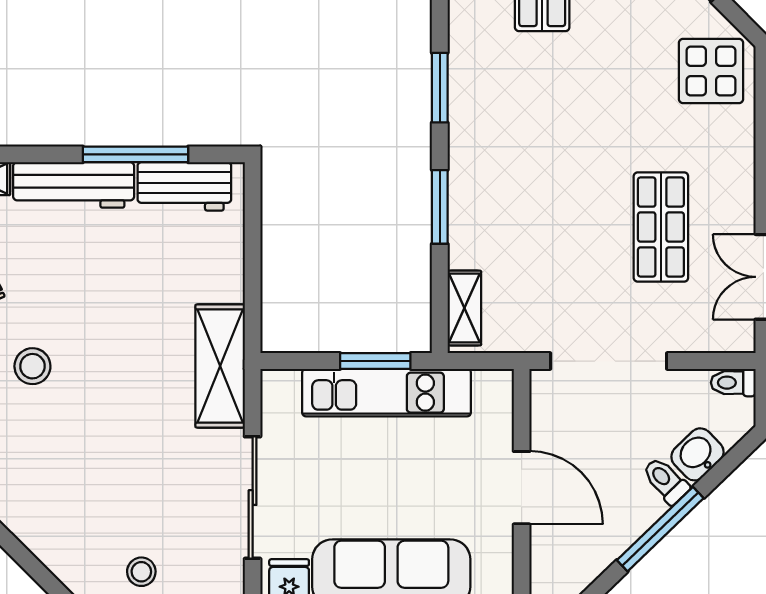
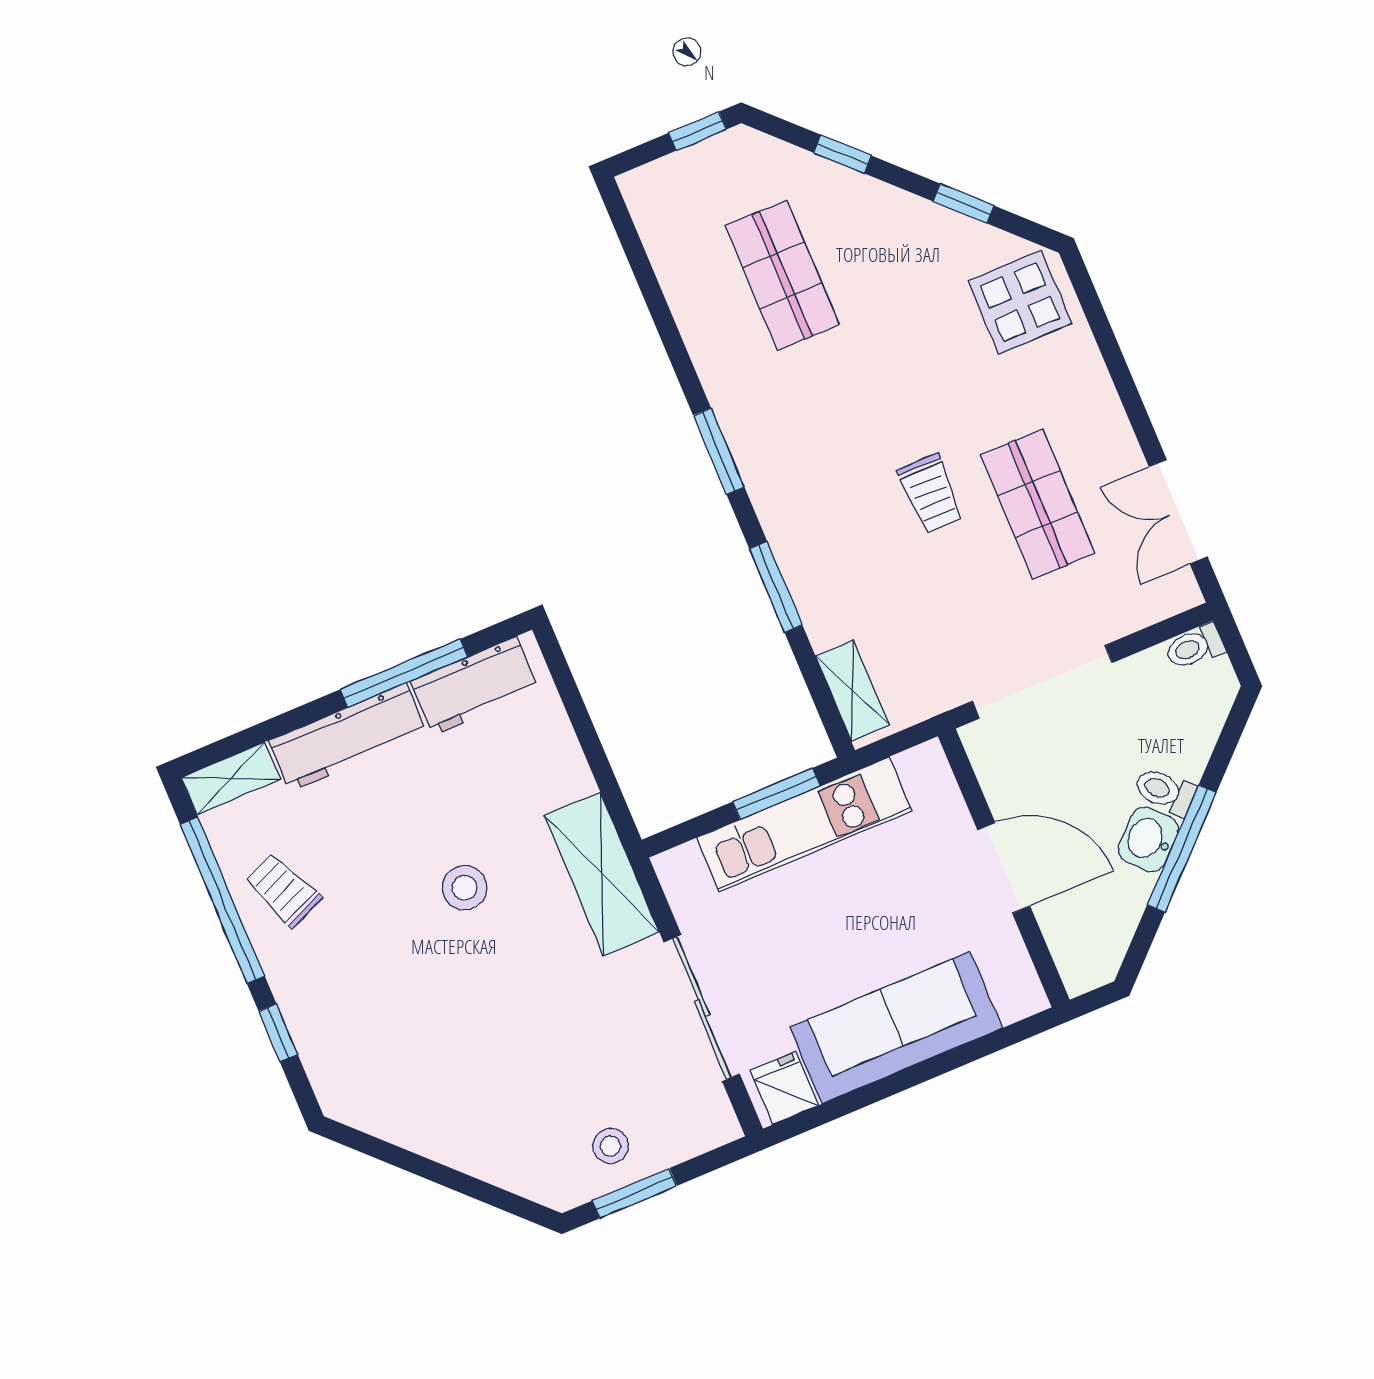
trolley: (584, 186) -> (931, 494), added
stool: (32, 366) -> (465, 888), moved
washbasin: (698, 454) -> (1148, 839), moved

